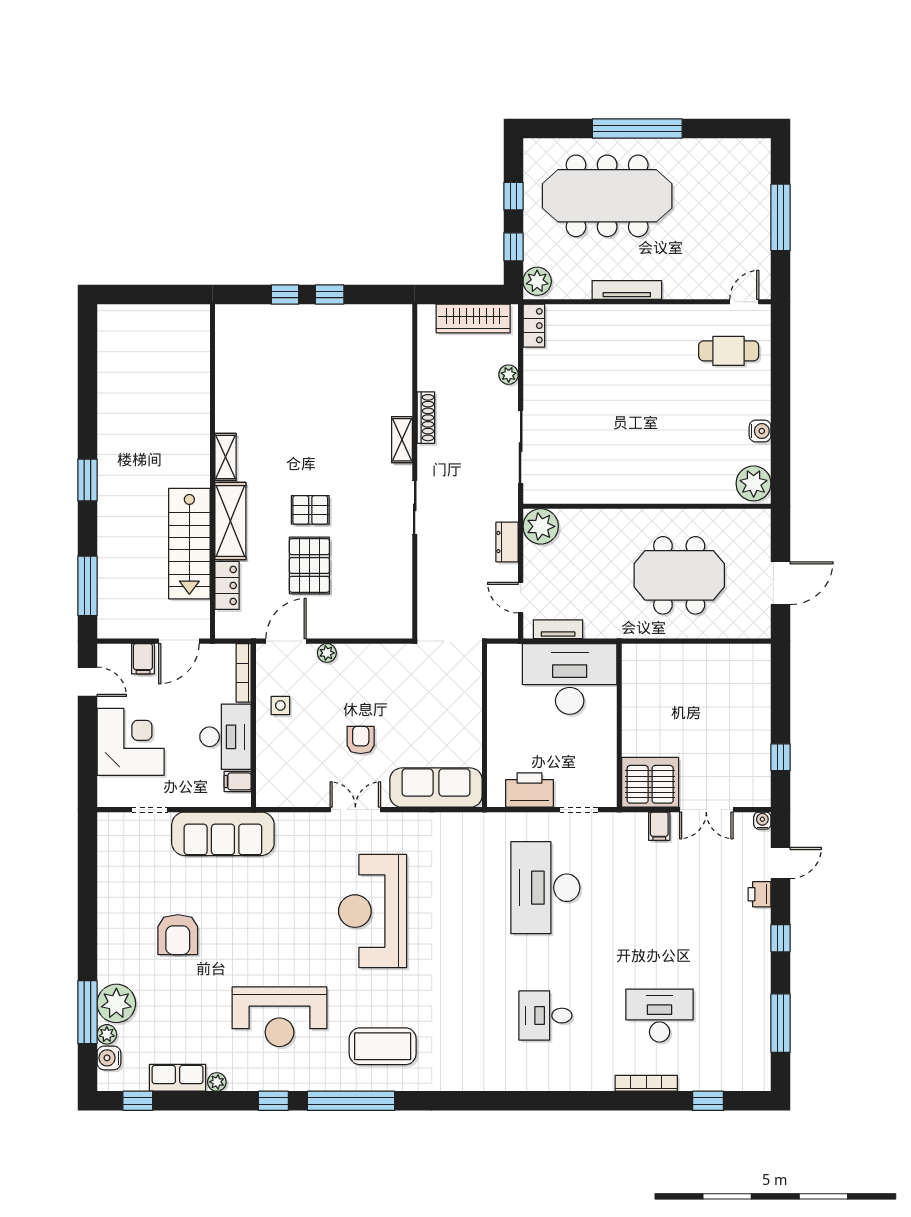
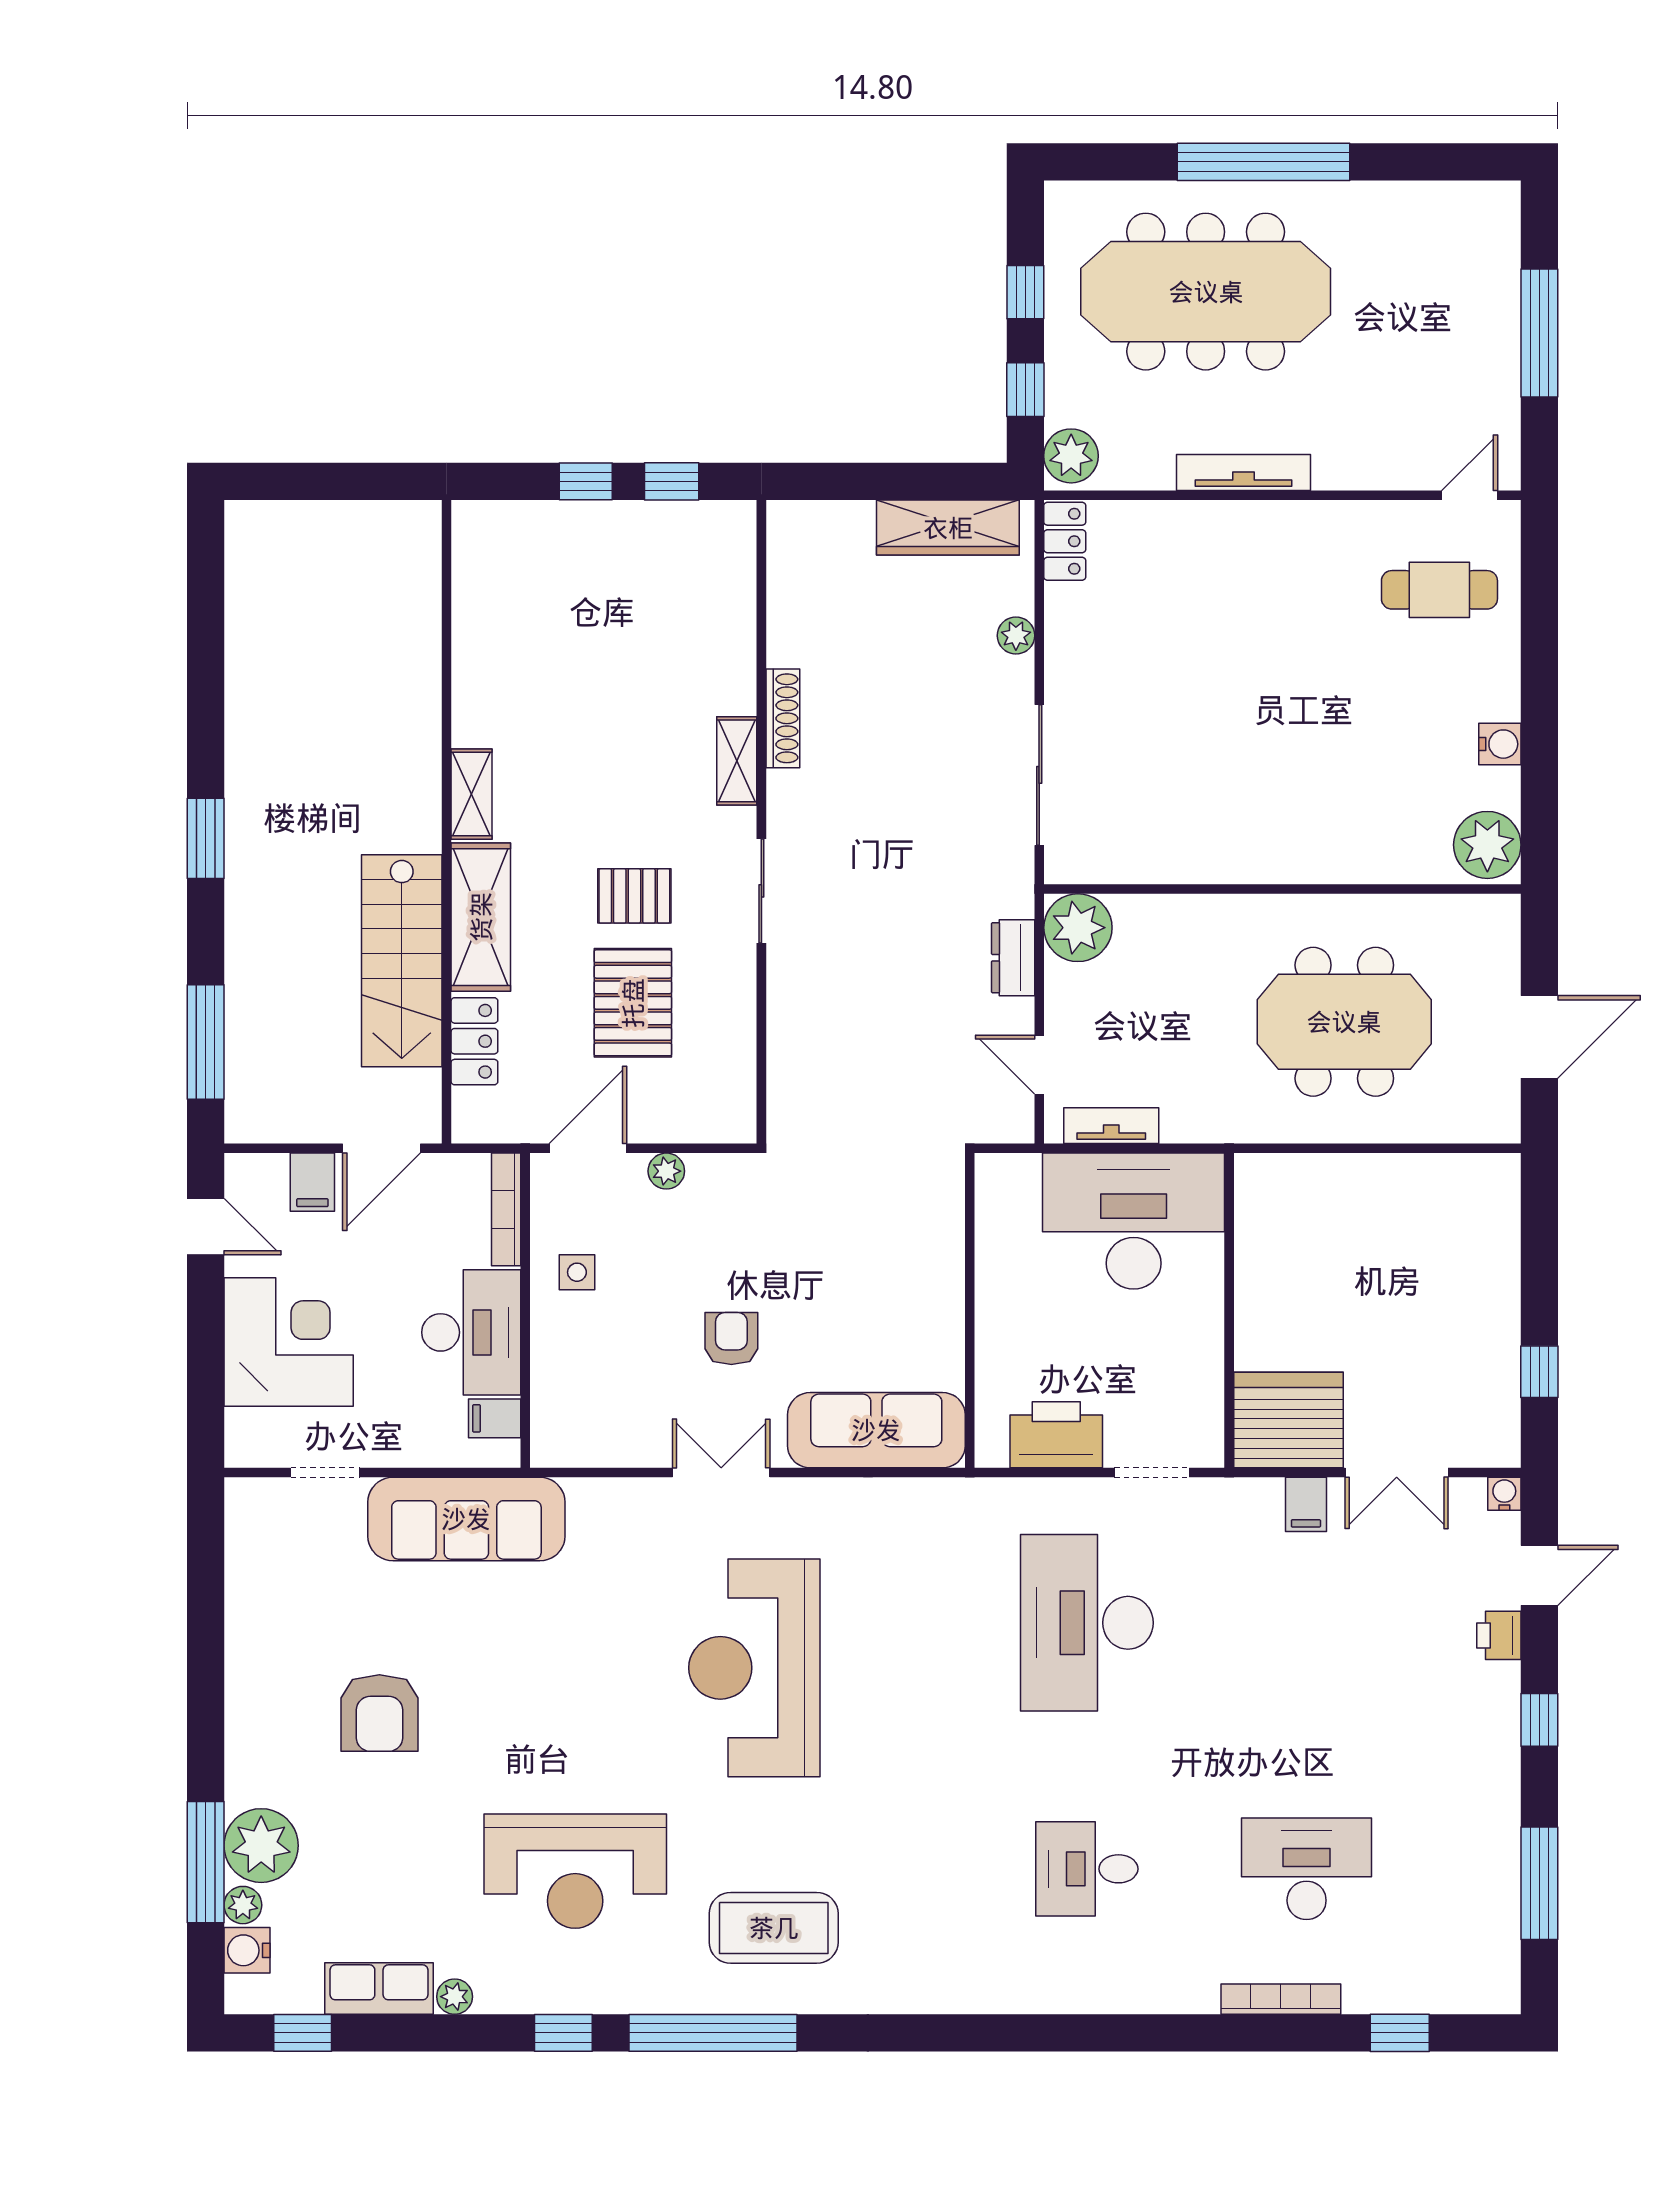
shoe rack: (426, 418) -> (783, 718), moved
shelving: (402, 440) -> (737, 761), moved
wall: (415, 471) -> (761, 822), moved
sliding door: (415, 507) -> (761, 891), moved

